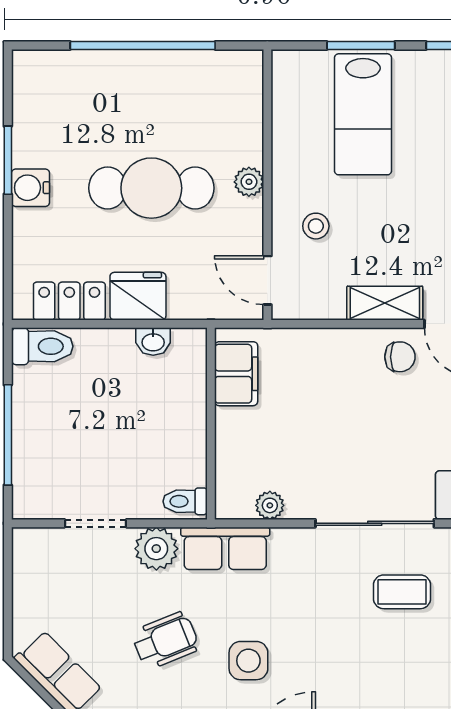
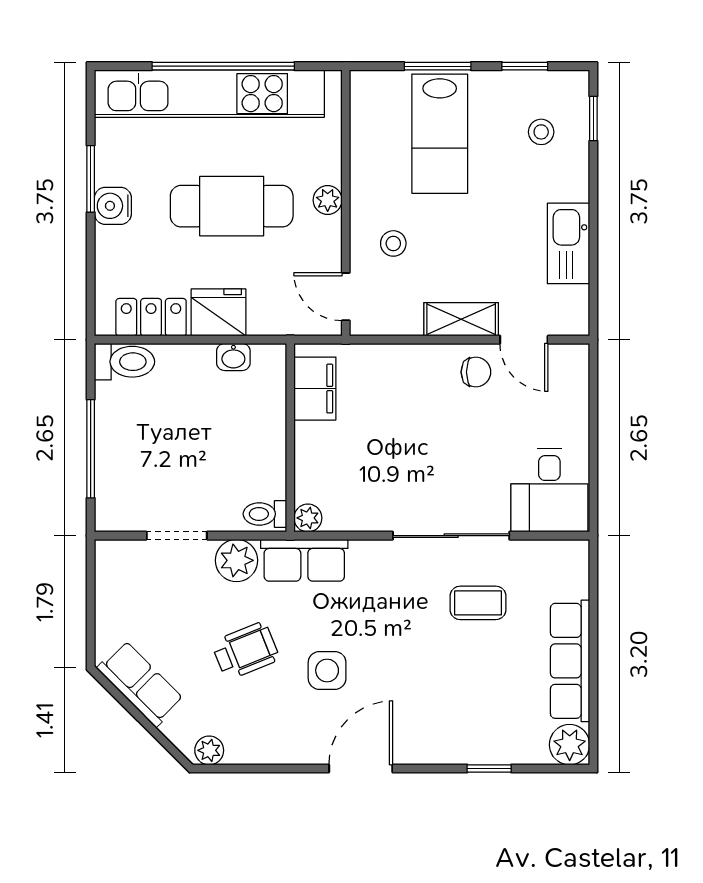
kitchen unit: (129, 73) -> (209, 94), added
plant: (270, 505) -> (308, 518), moved

